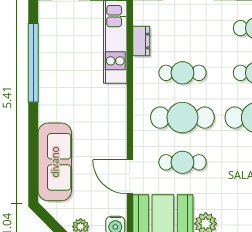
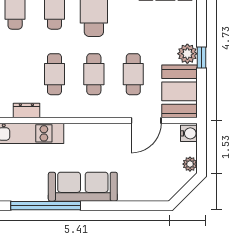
cafe table: (182, 118) -> (94, 74), width x0.73, depth x0.74
sofa: (55, 162) -> (83, 187), moved

